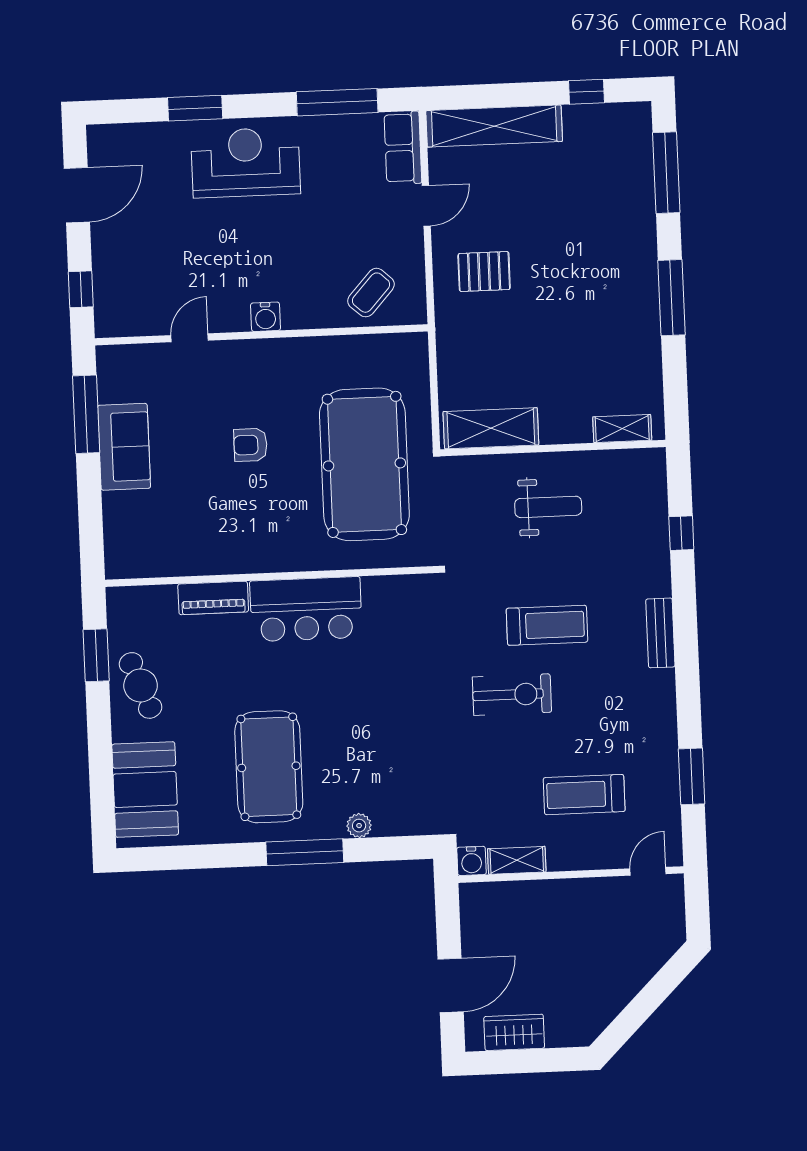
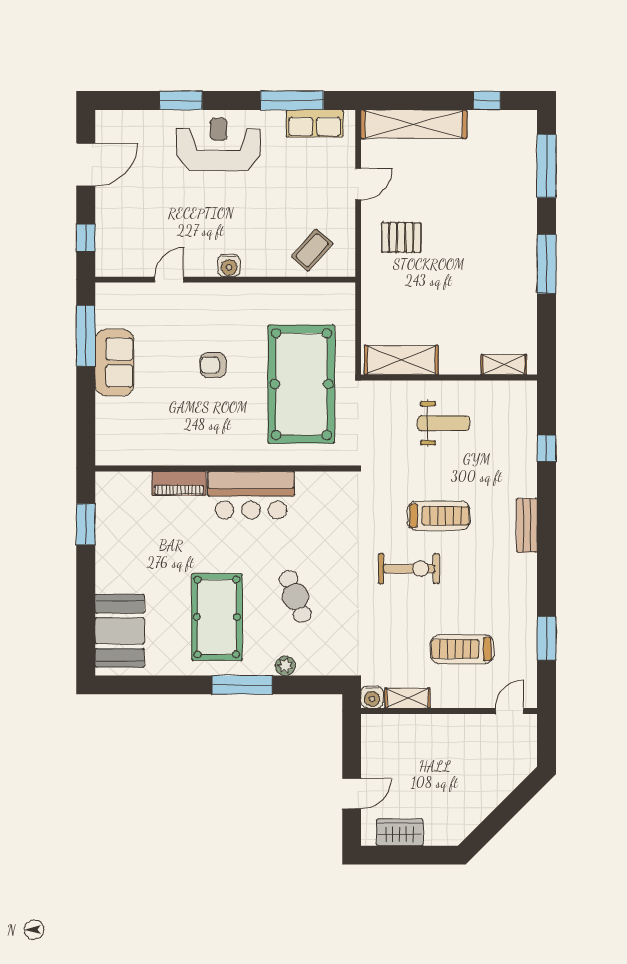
row of seats: (403, 148) -> (315, 123), moved, turned -90
cafe table: (141, 685) -> (295, 597), moved
door: (451, 985) -> (352, 794), width x0.73

